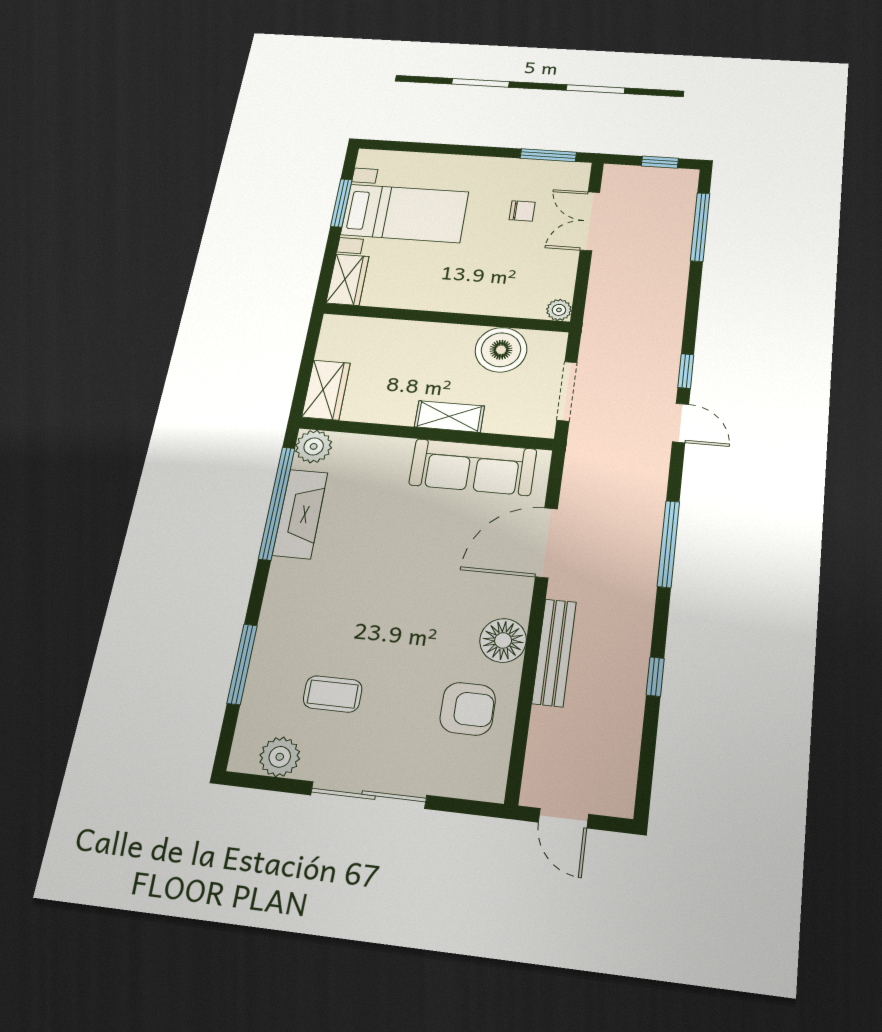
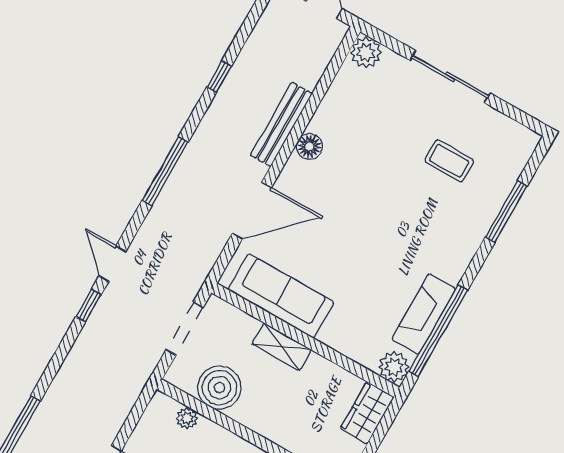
plant: (559, 310) -> (187, 418), moved
floor lamp: (503, 640) -> (309, 147), width x0.73, depth x0.73
armchair: (468, 709) -> (358, 109), removed
plant: (280, 757) -> (366, 53), moved

